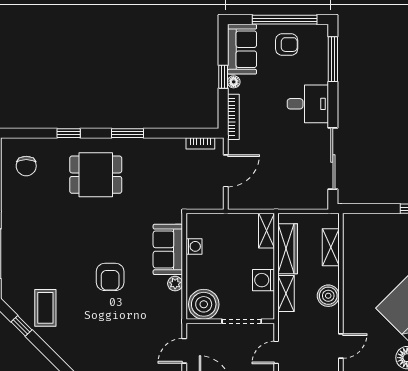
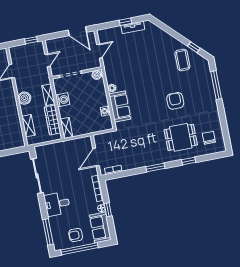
dining table: (96, 175) -> (181, 137), moved
armchair: (110, 277) -> (175, 101), moved
boiler: (204, 304) -> (97, 75), width x0.54, depth x0.54

